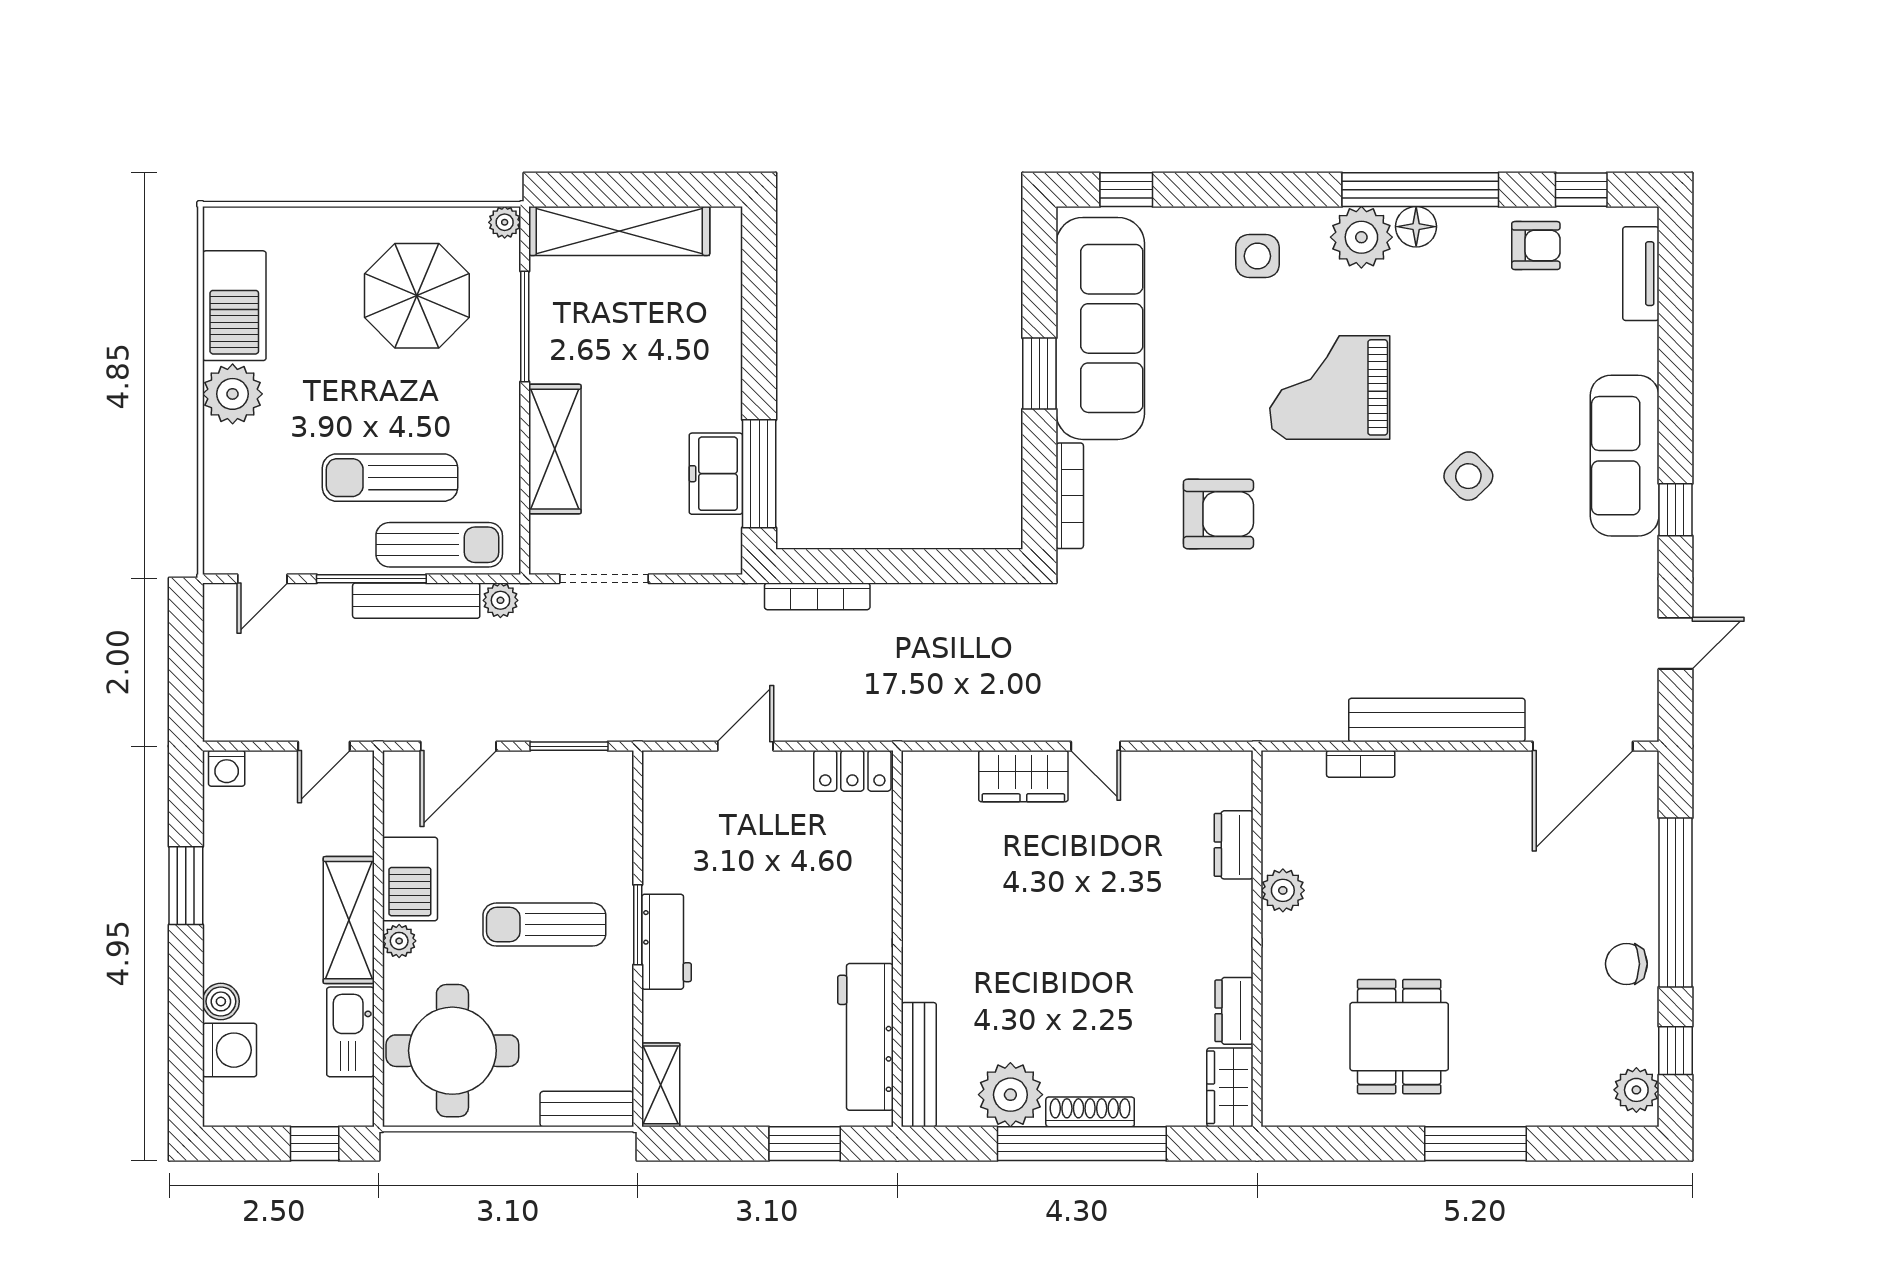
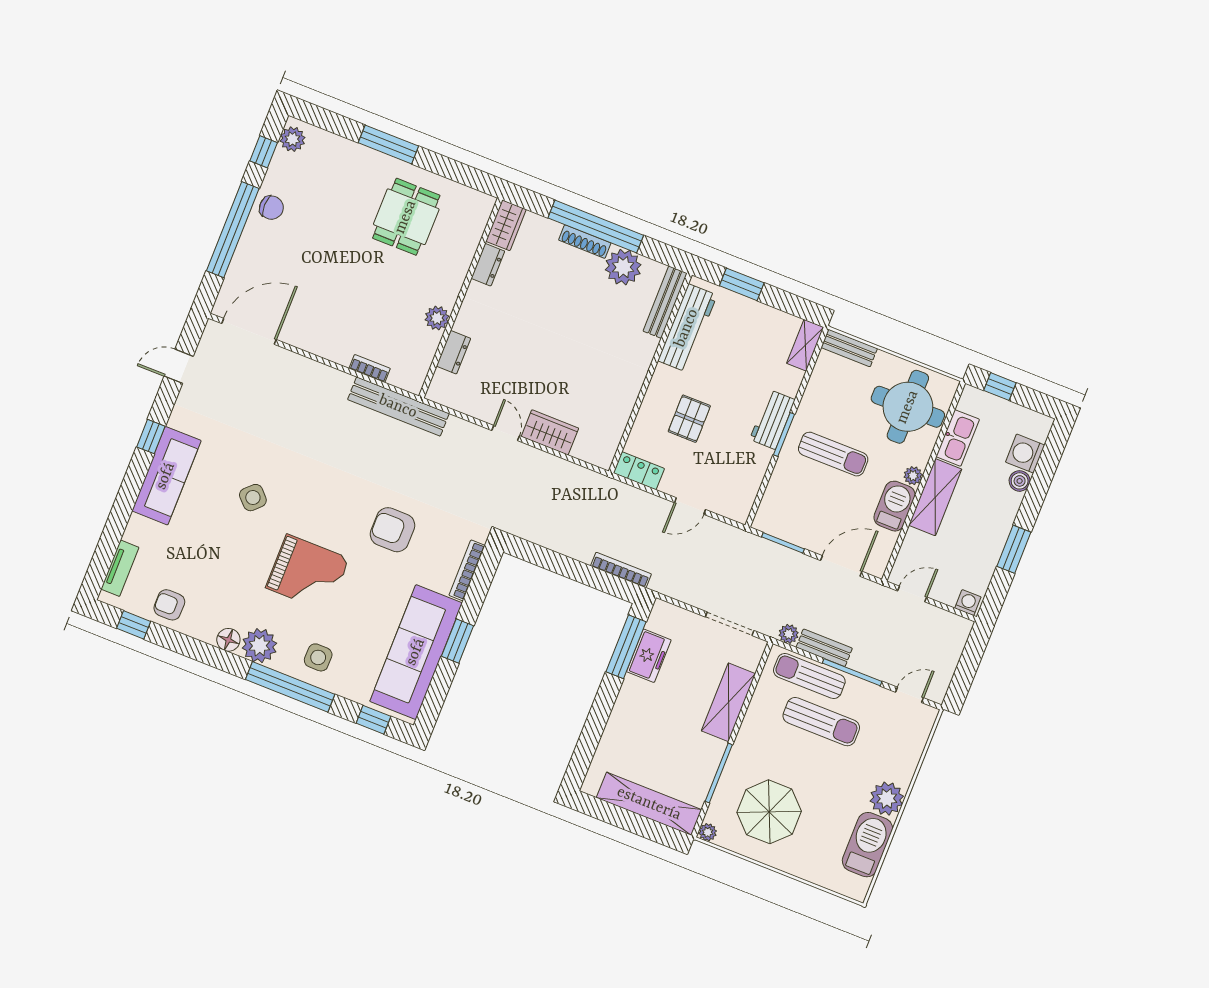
window: (1420, 190) -> (290, 687), moved
bench: (416, 601) -> (824, 648), width x0.73
bench: (1437, 720) -> (398, 407), moved
pallet: (803, 889) -> (689, 419), added

